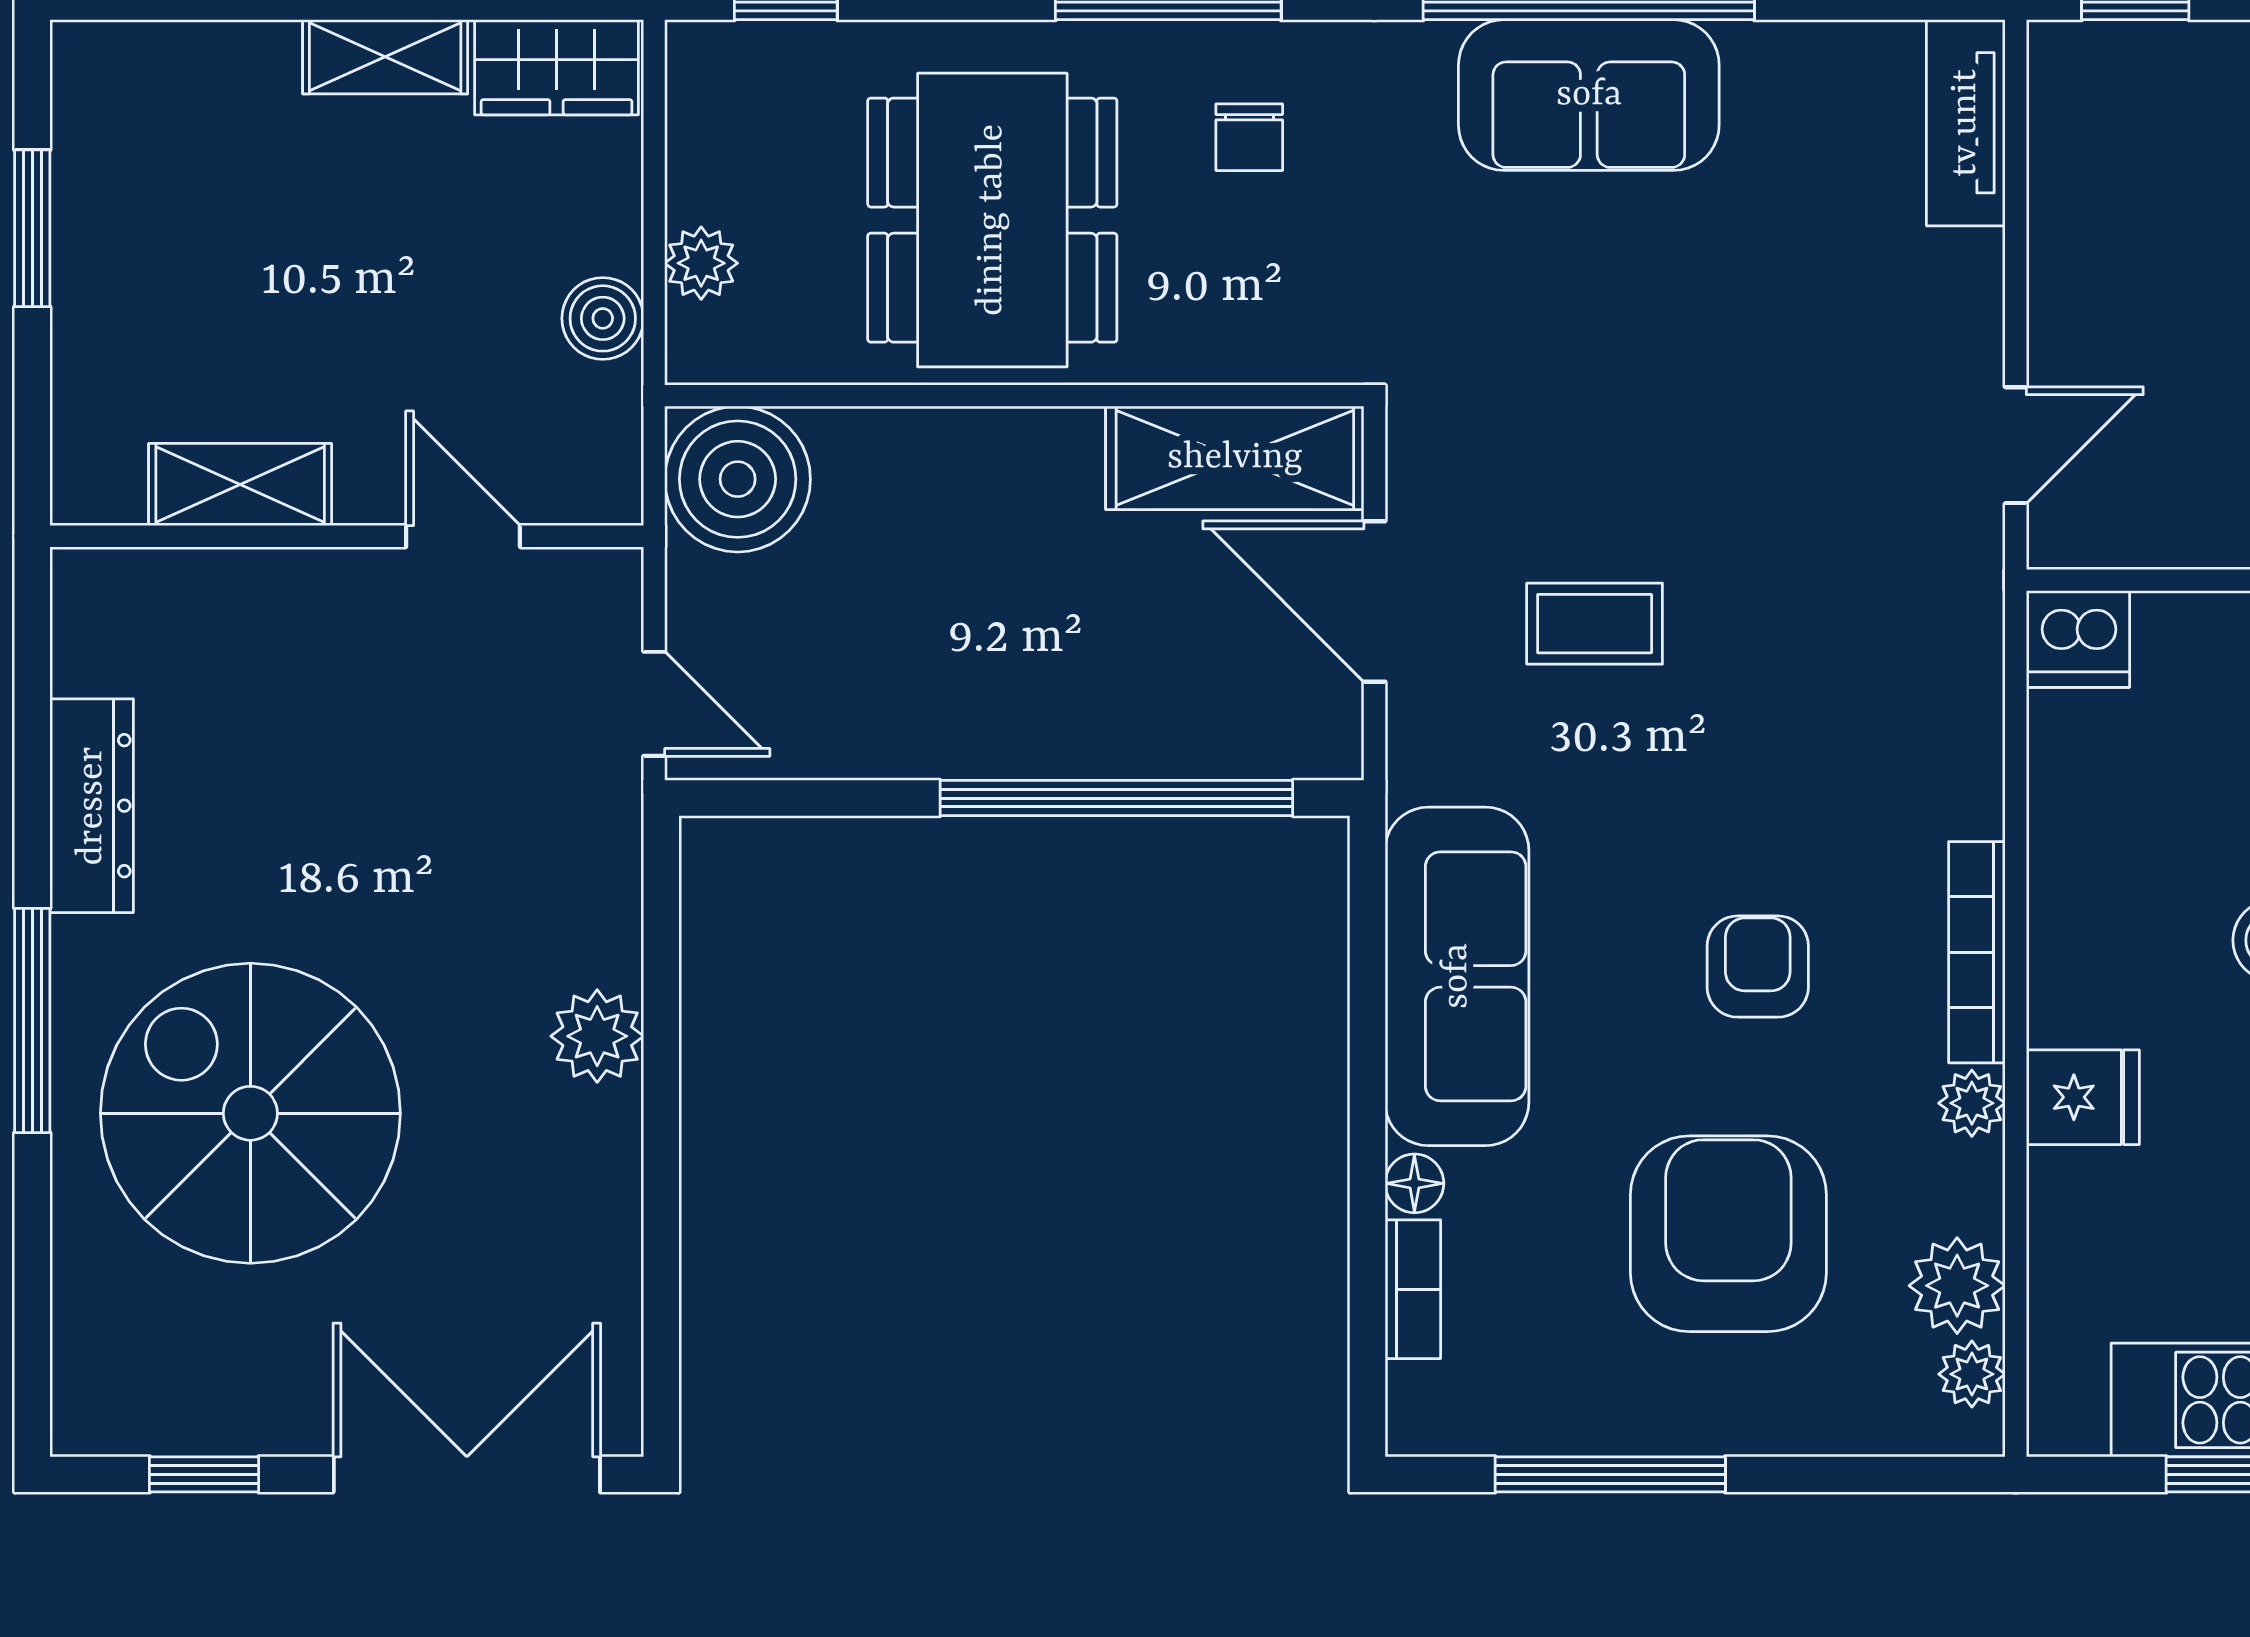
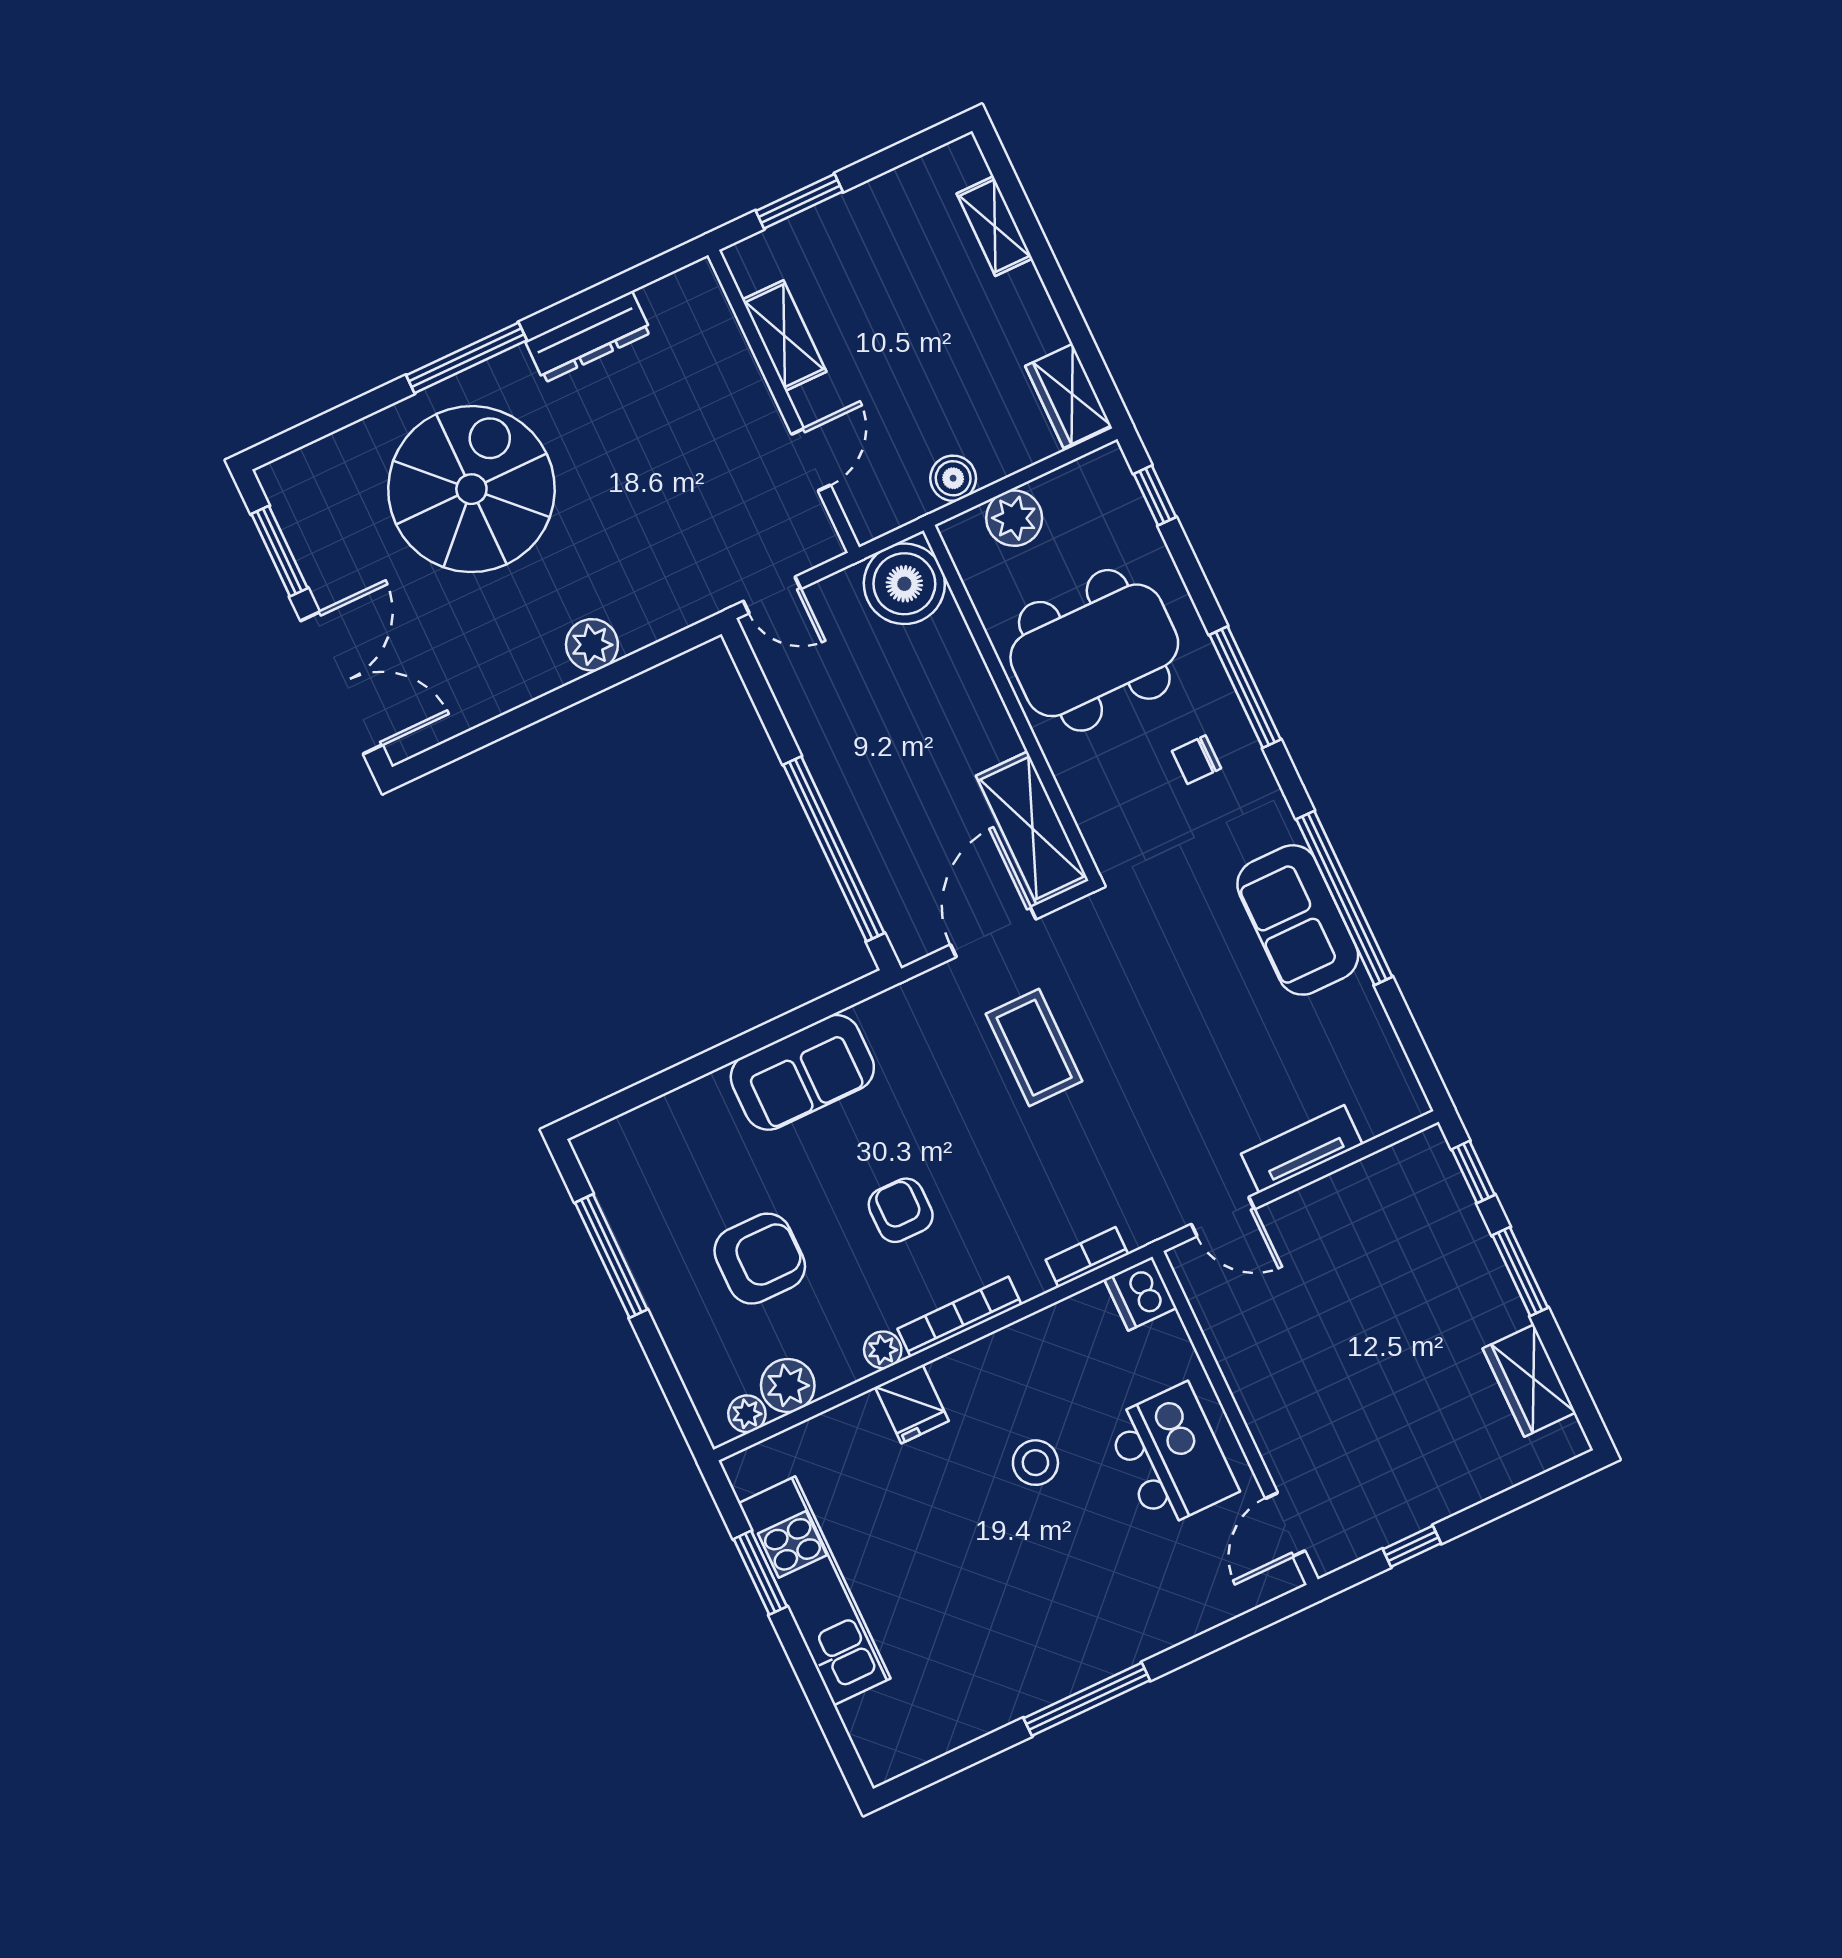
shelving: (385, 57) -> (995, 226), moved
tv unit: (1966, 123) -> (1302, 1149), moved
window: (32, 228) -> (799, 201), moved
plant: (701, 263) -> (1014, 518), width x1.38, depth x1.38
coffee table: (1595, 624) -> (1034, 1048), width x1.36, depth x1.30
door: (654, 704) -> (772, 595), hinge flipped
armchair: (1758, 967) -> (901, 1210), turned -90
sofa: (1457, 976) -> (802, 1072), width x0.73
floor lamp: (1414, 1183) -> (711, 1089), removed
armchair: (1728, 1234) -> (760, 1259), width x0.73, depth x0.73
bookcase: (1413, 1289) -> (1087, 1257), moved, turned 180
window: (204, 1474) -> (279, 551), width x1.50

